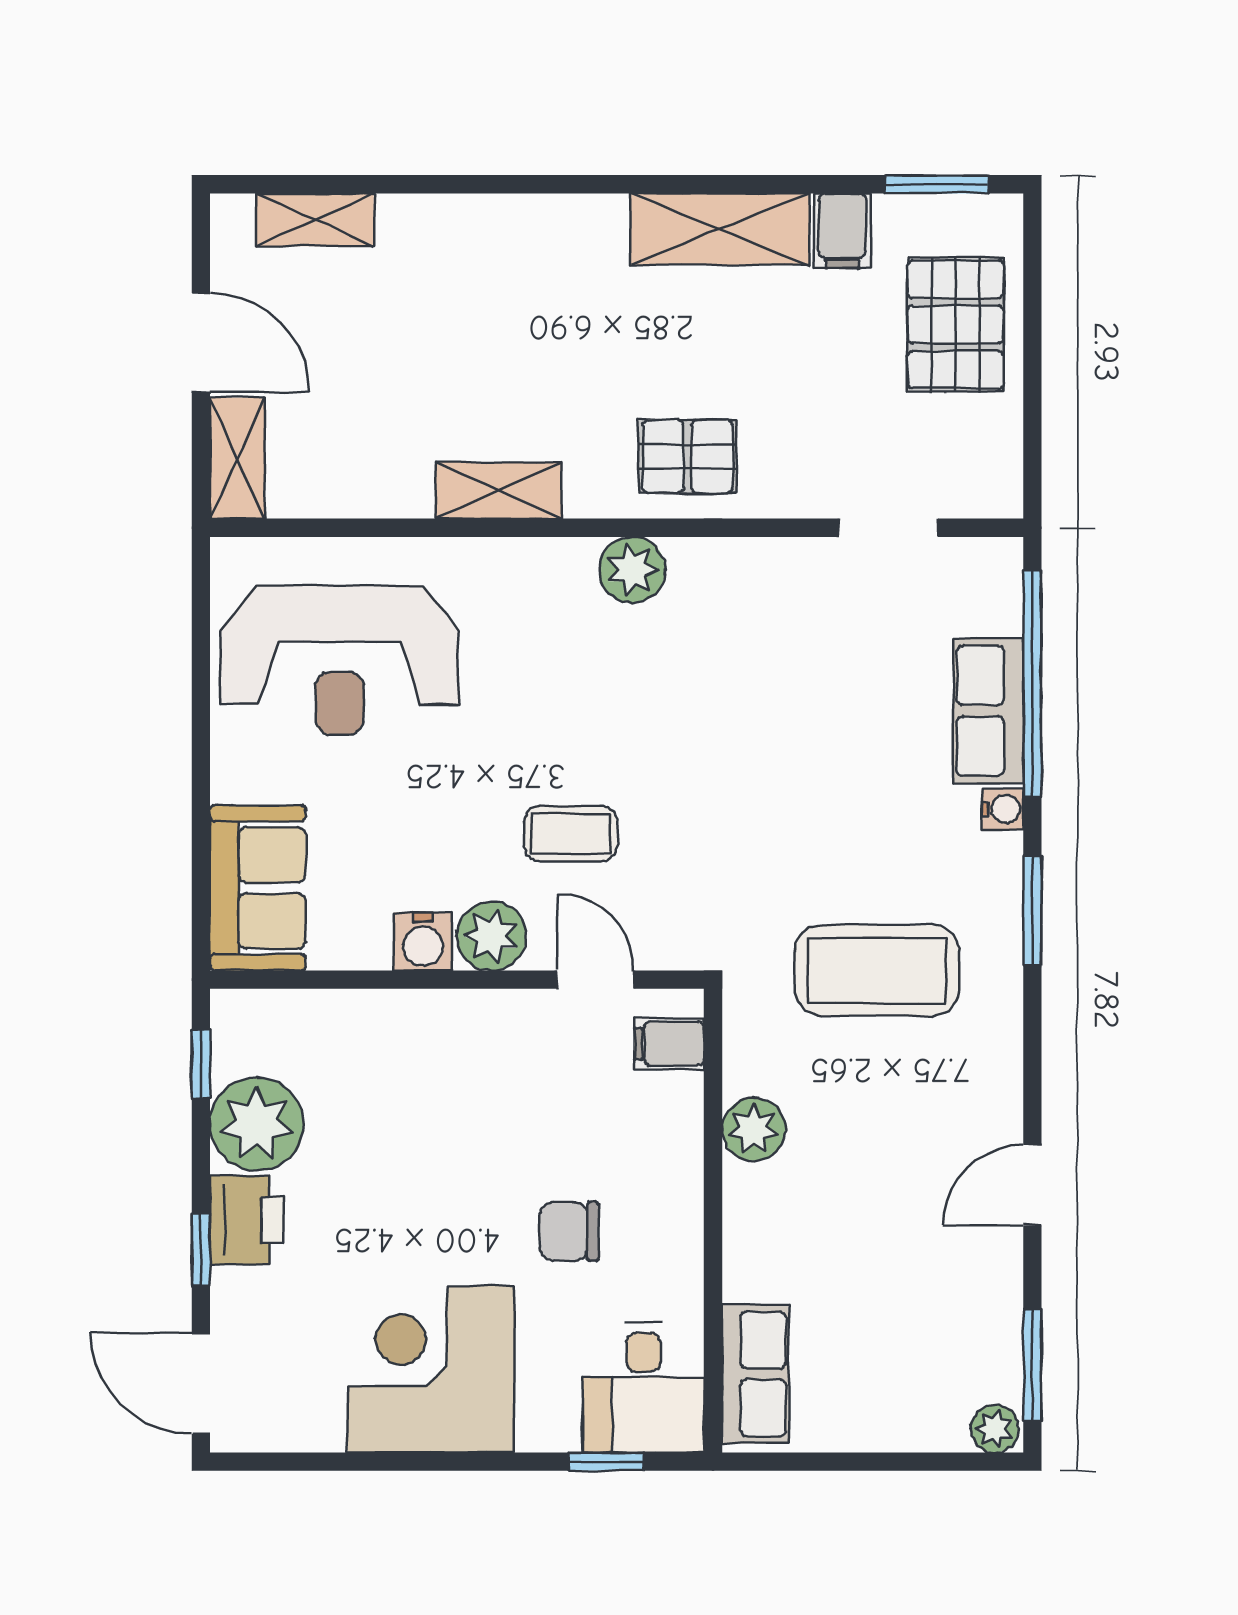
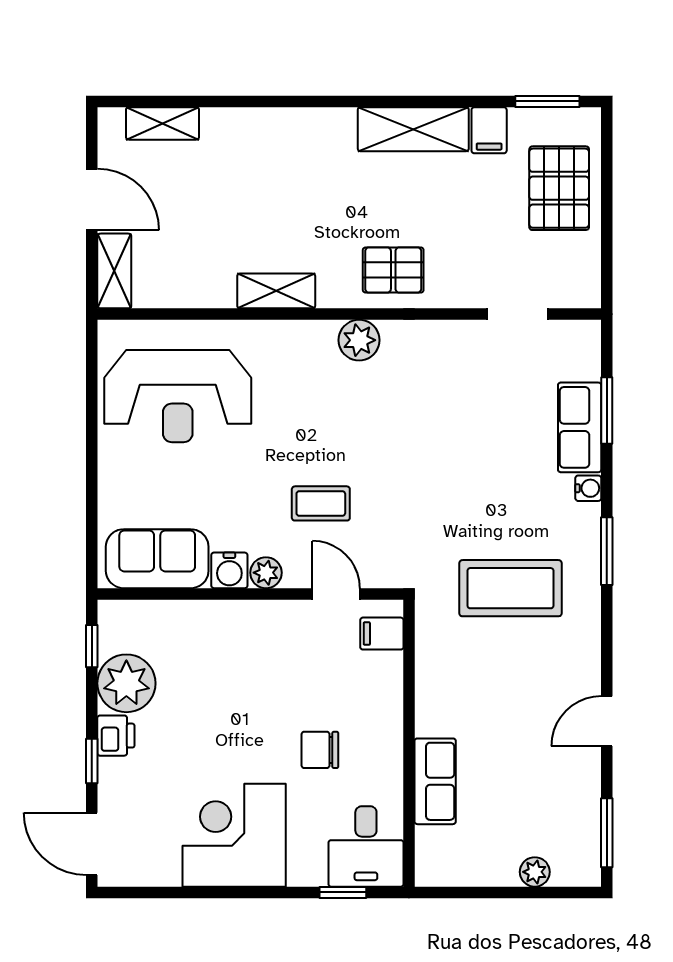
window: (1032, 684) -> (607, 411), width x0.47
sofa: (258, 888) -> (157, 559), moved, turned -90
plant: (491, 936) -> (266, 573), width x0.73, depth x0.73
plant: (754, 1129) -> (434, 687), removed
printer: (247, 1220) -> (116, 736), width x0.73, depth x0.81
row of seats: (755, 1374) -> (435, 781), moved
plant: (995, 1429) -> (535, 872), moved

